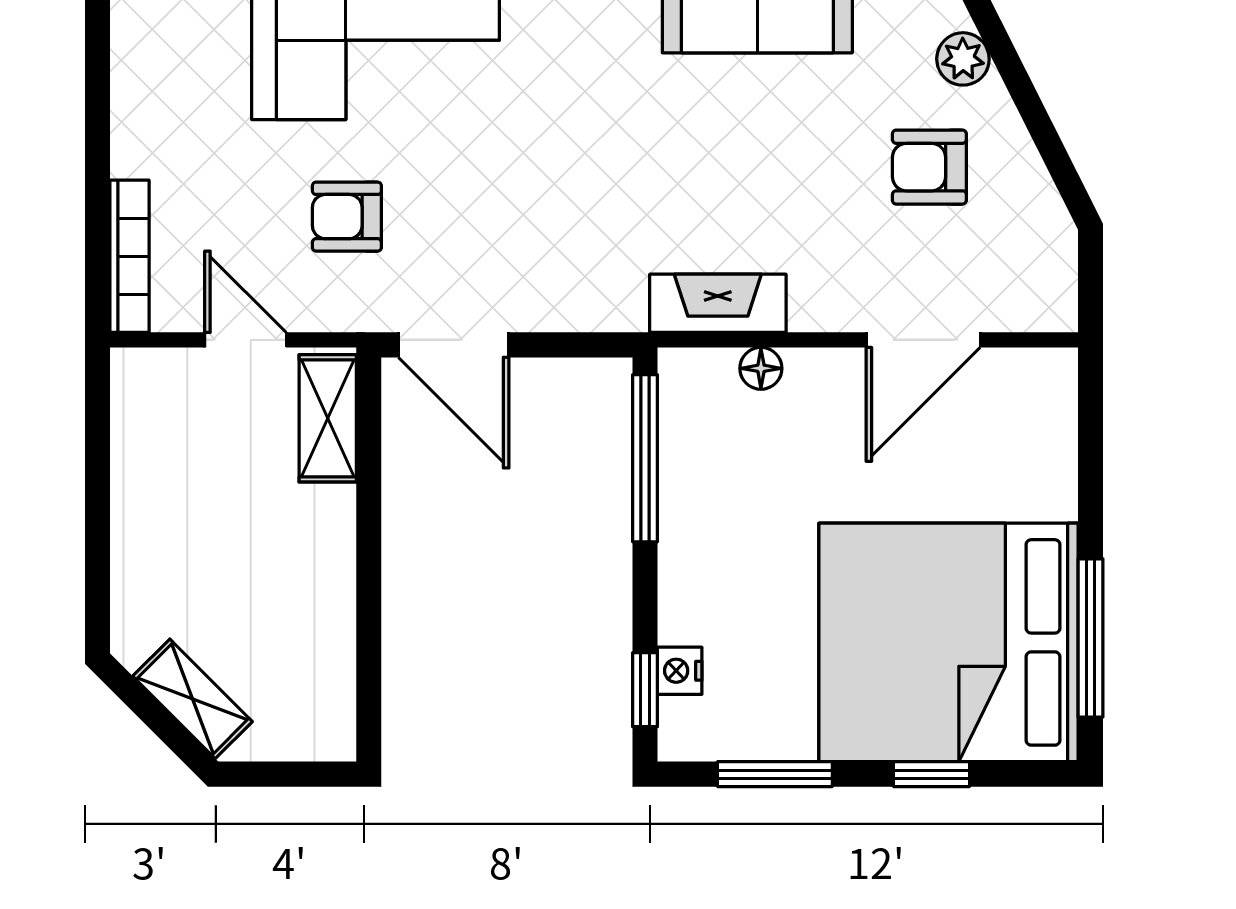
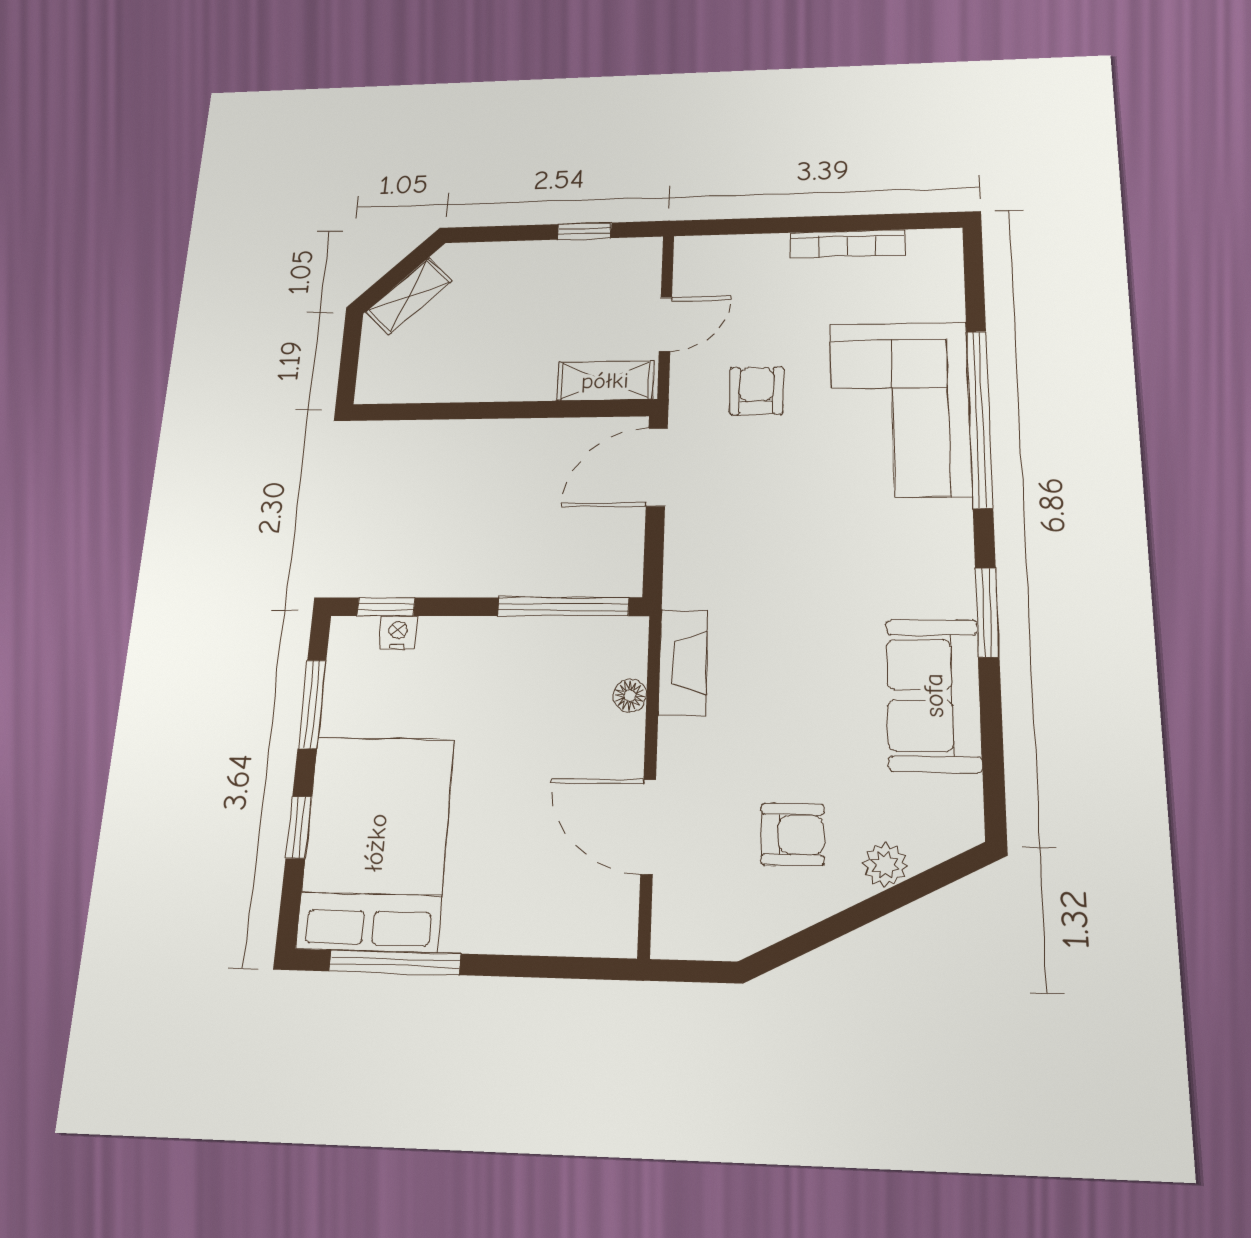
armchair: (929, 167) -> (793, 834), turned 90
bookcase: (130, 256) -> (847, 244), moved
window: (98, 457) -> (585, 231), added
bed: (948, 642) -> (376, 843), width x0.73

